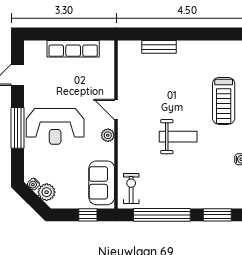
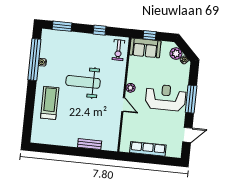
weight bench: (178, 137) -> (83, 82), width x1.36, depth x1.33
sofa: (102, 183) -> (145, 48), moved, turned 90
window: (162, 215) -> (99, 30), width x0.32

